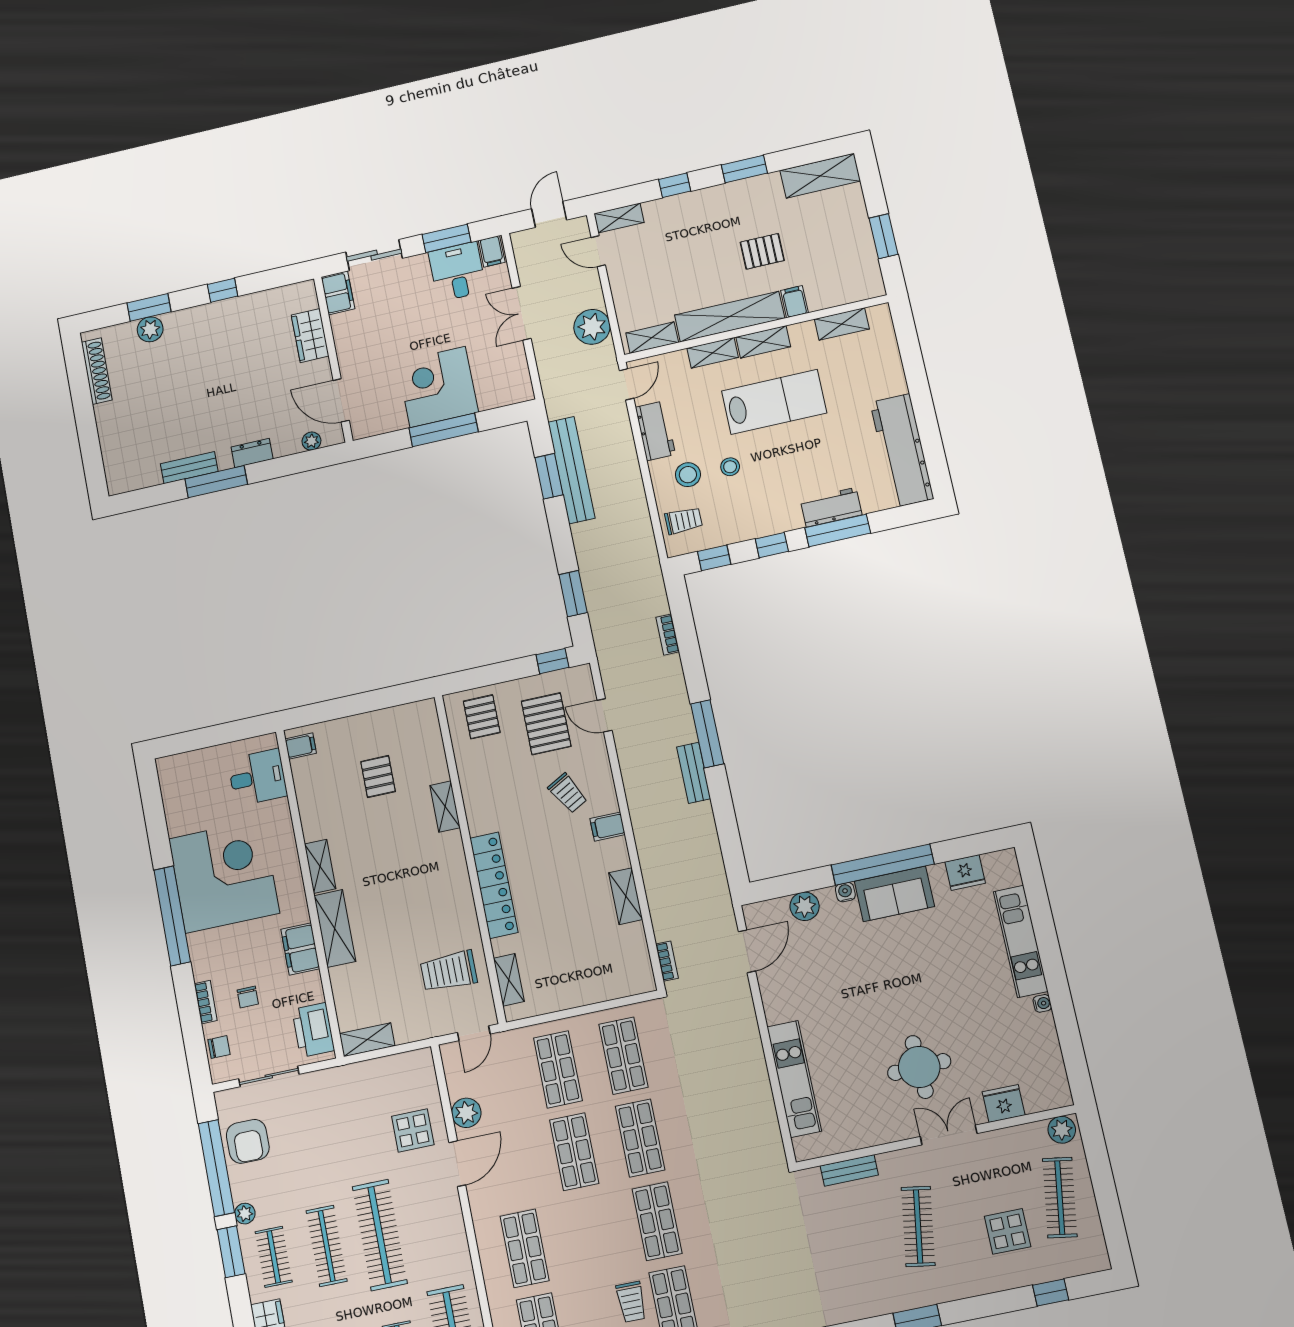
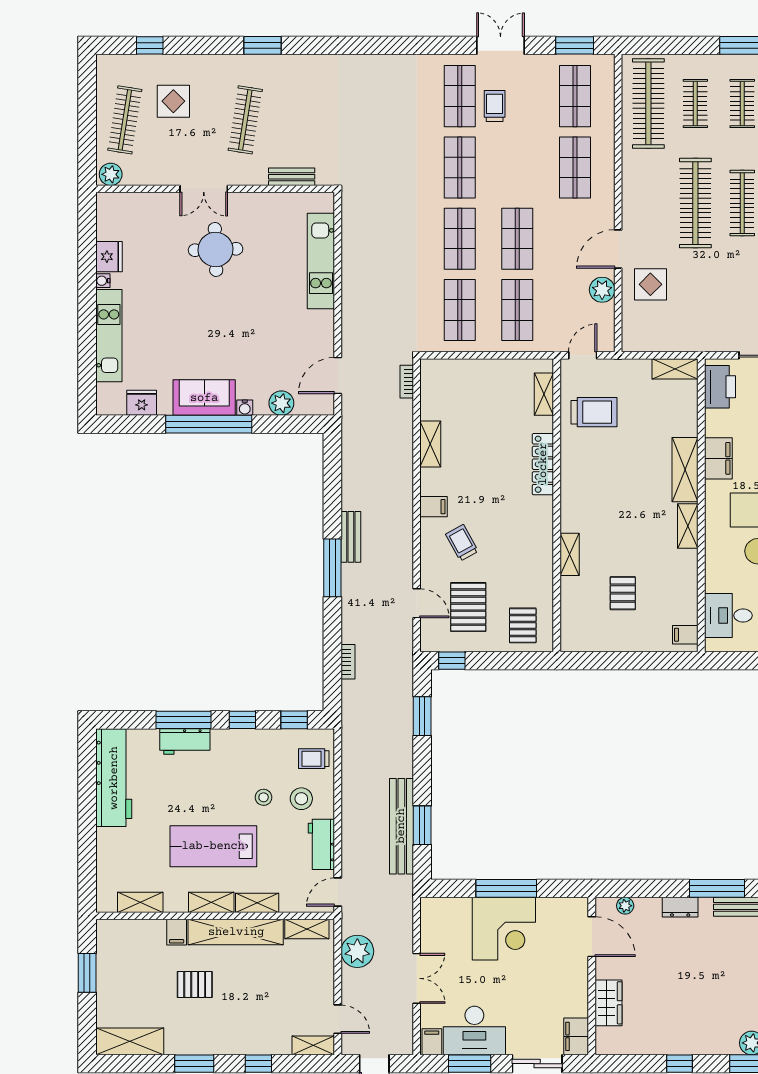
desk: (457, 272) -> (474, 1030), width x1.37
locker: (494, 885) -> (543, 464), width x0.71, depth x0.83
fridge: (1004, 1103) -> (109, 257), moved, turned -90

